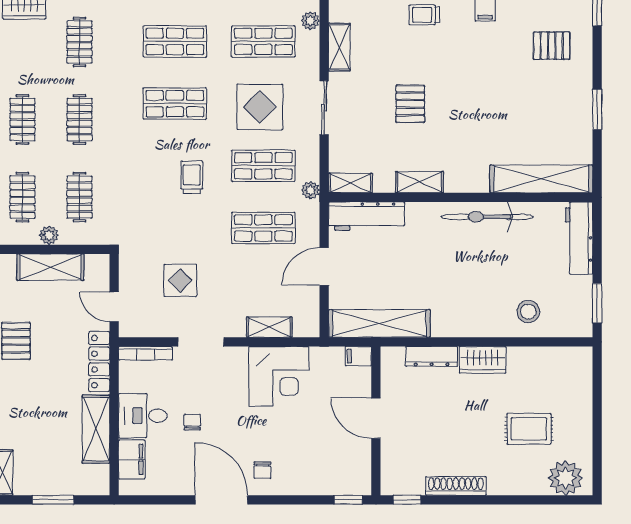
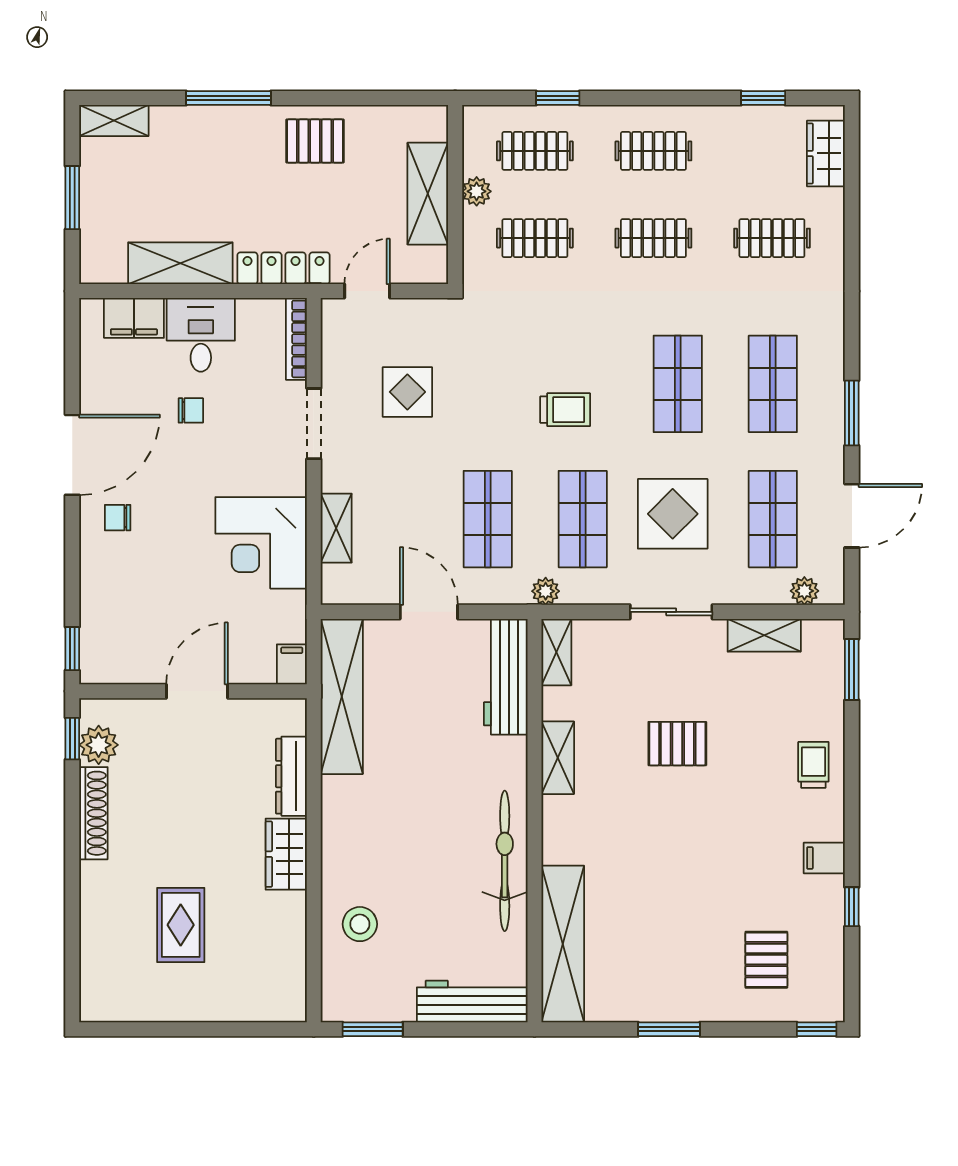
plant: (566, 478) -> (99, 745), moved, width x0.73, depth x0.73

